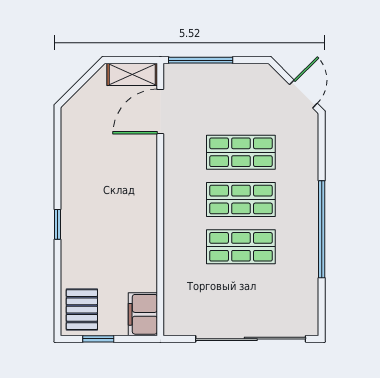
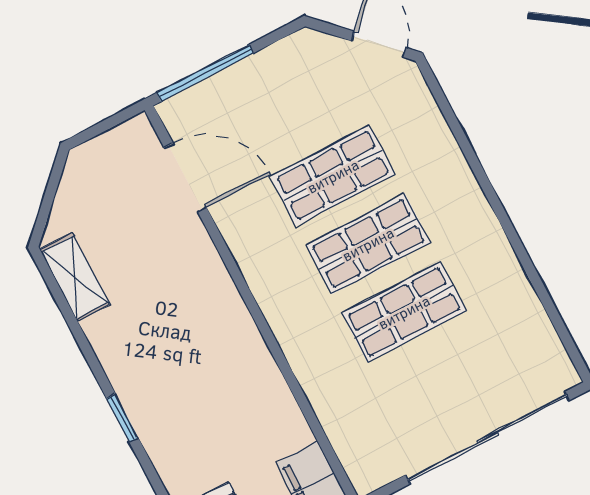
shelving: (132, 74) -> (75, 277), moved, turned 90
door: (160, 111) -> (185, 178), swing flipped
window: (322, 229) -> (507, 226), removed

